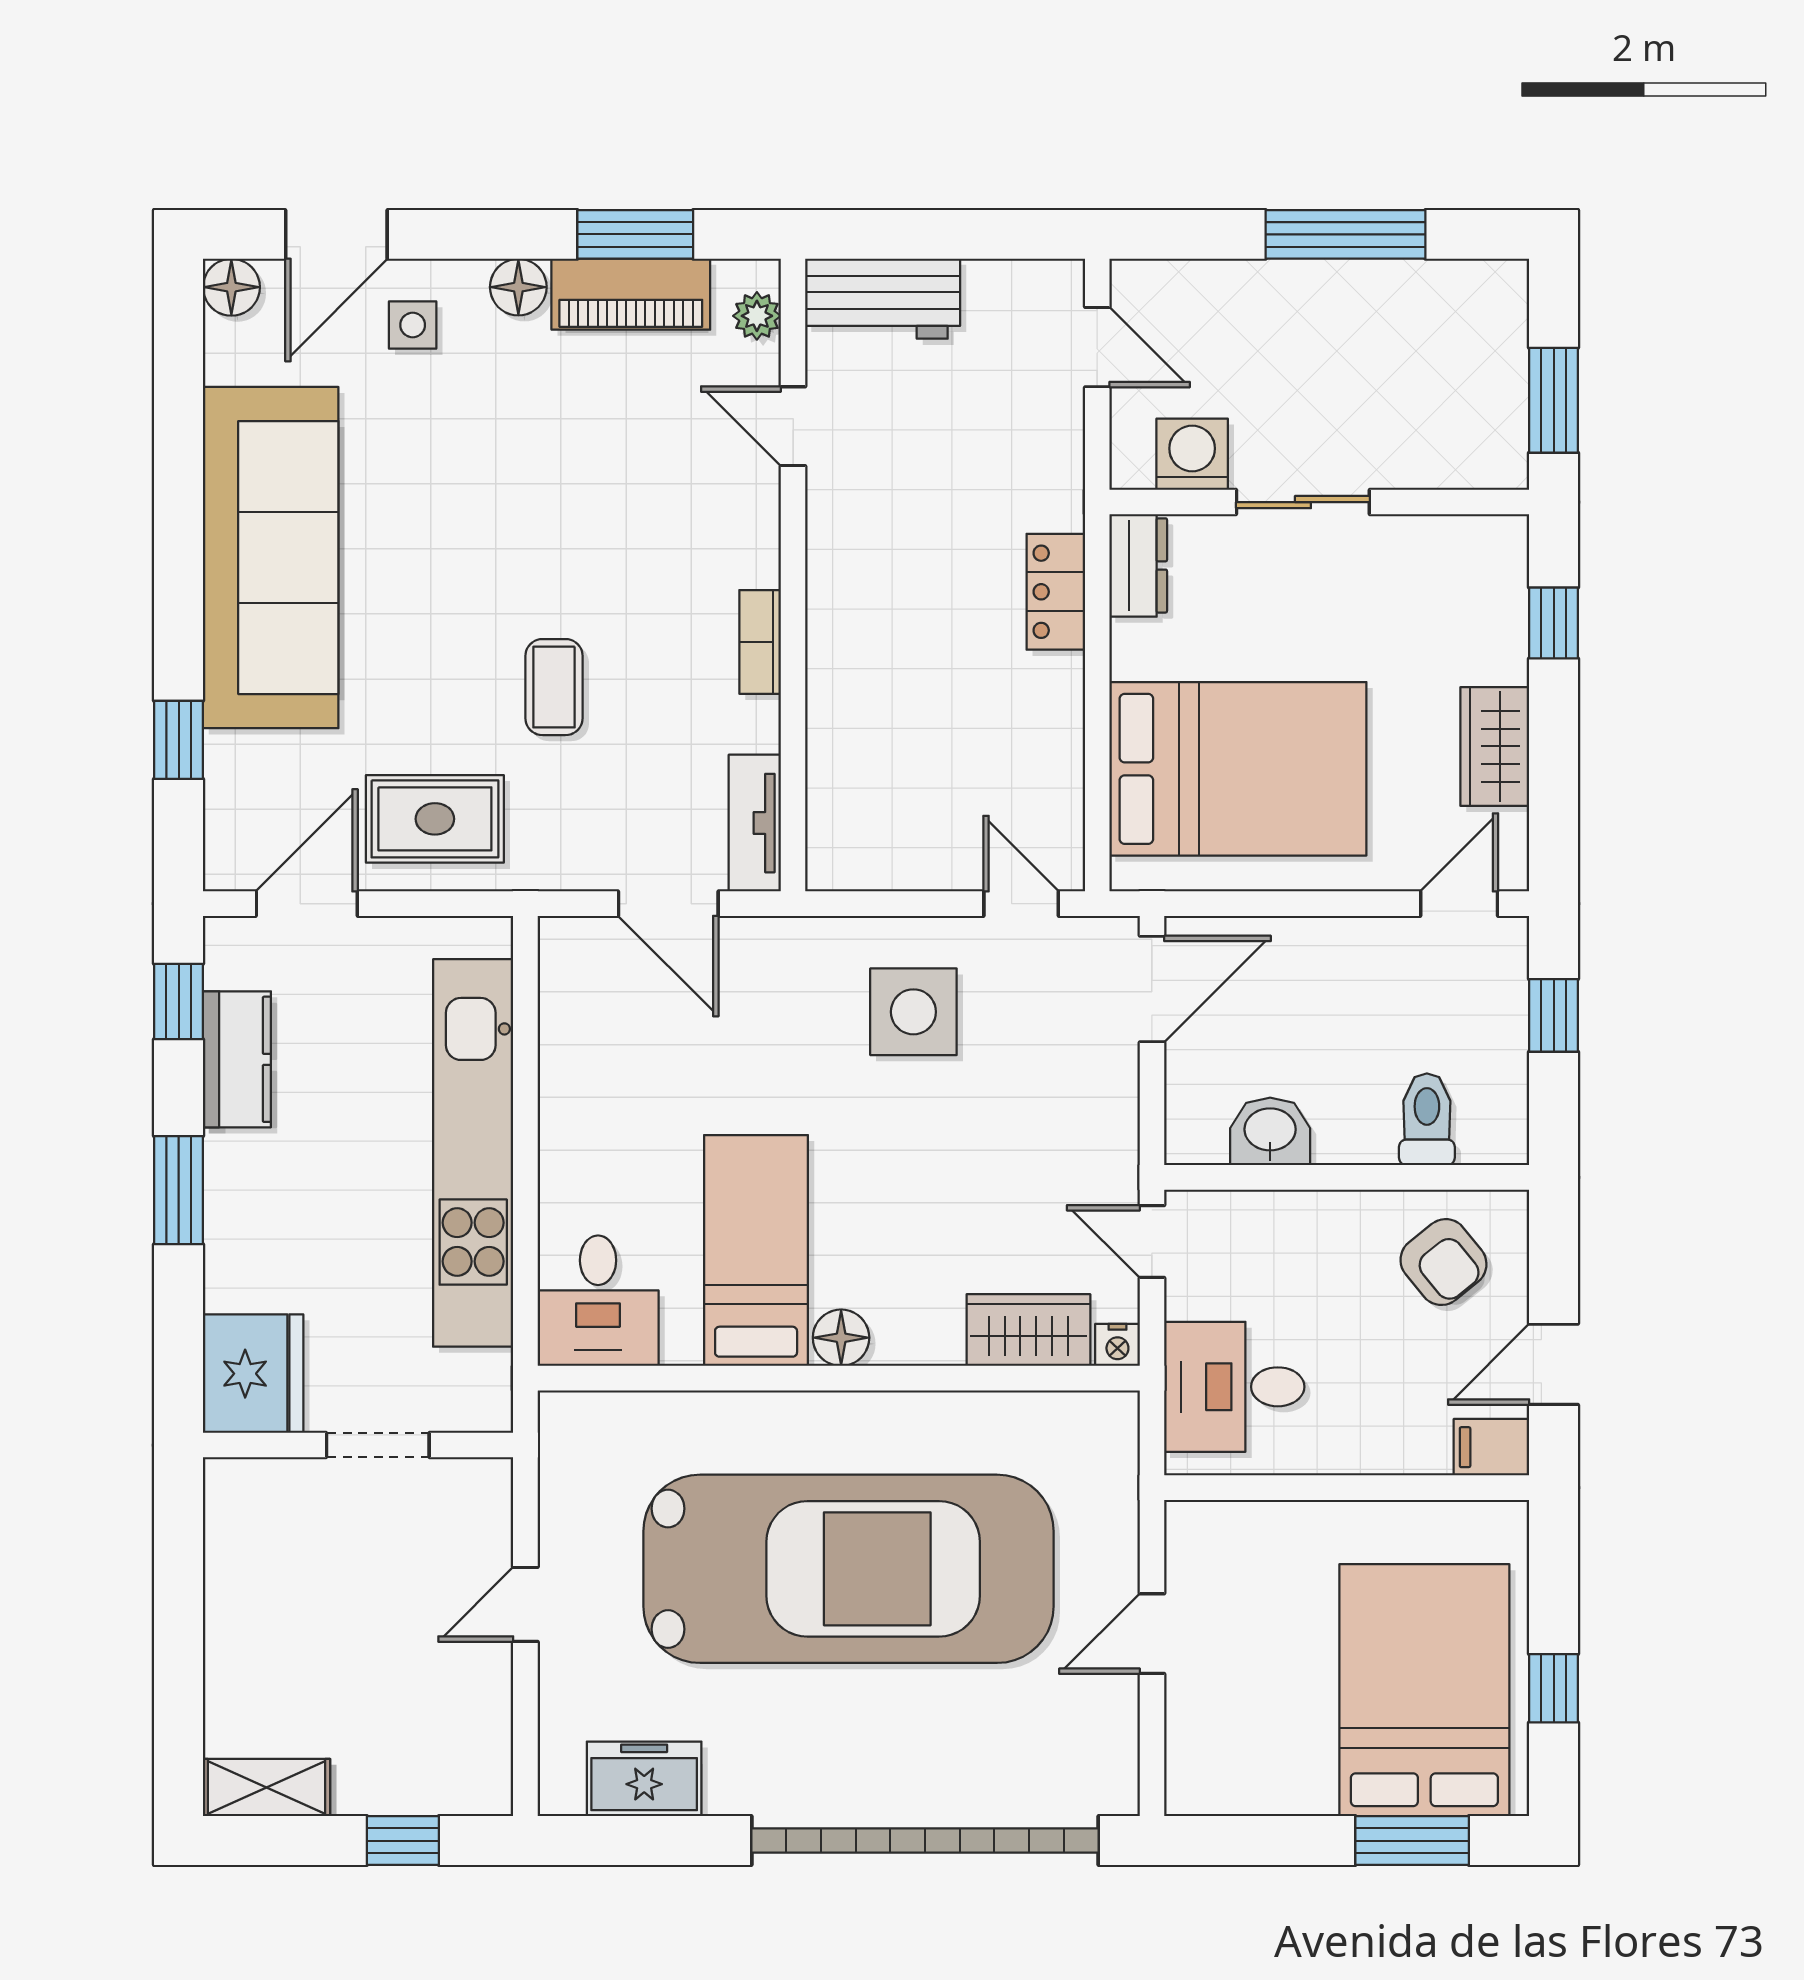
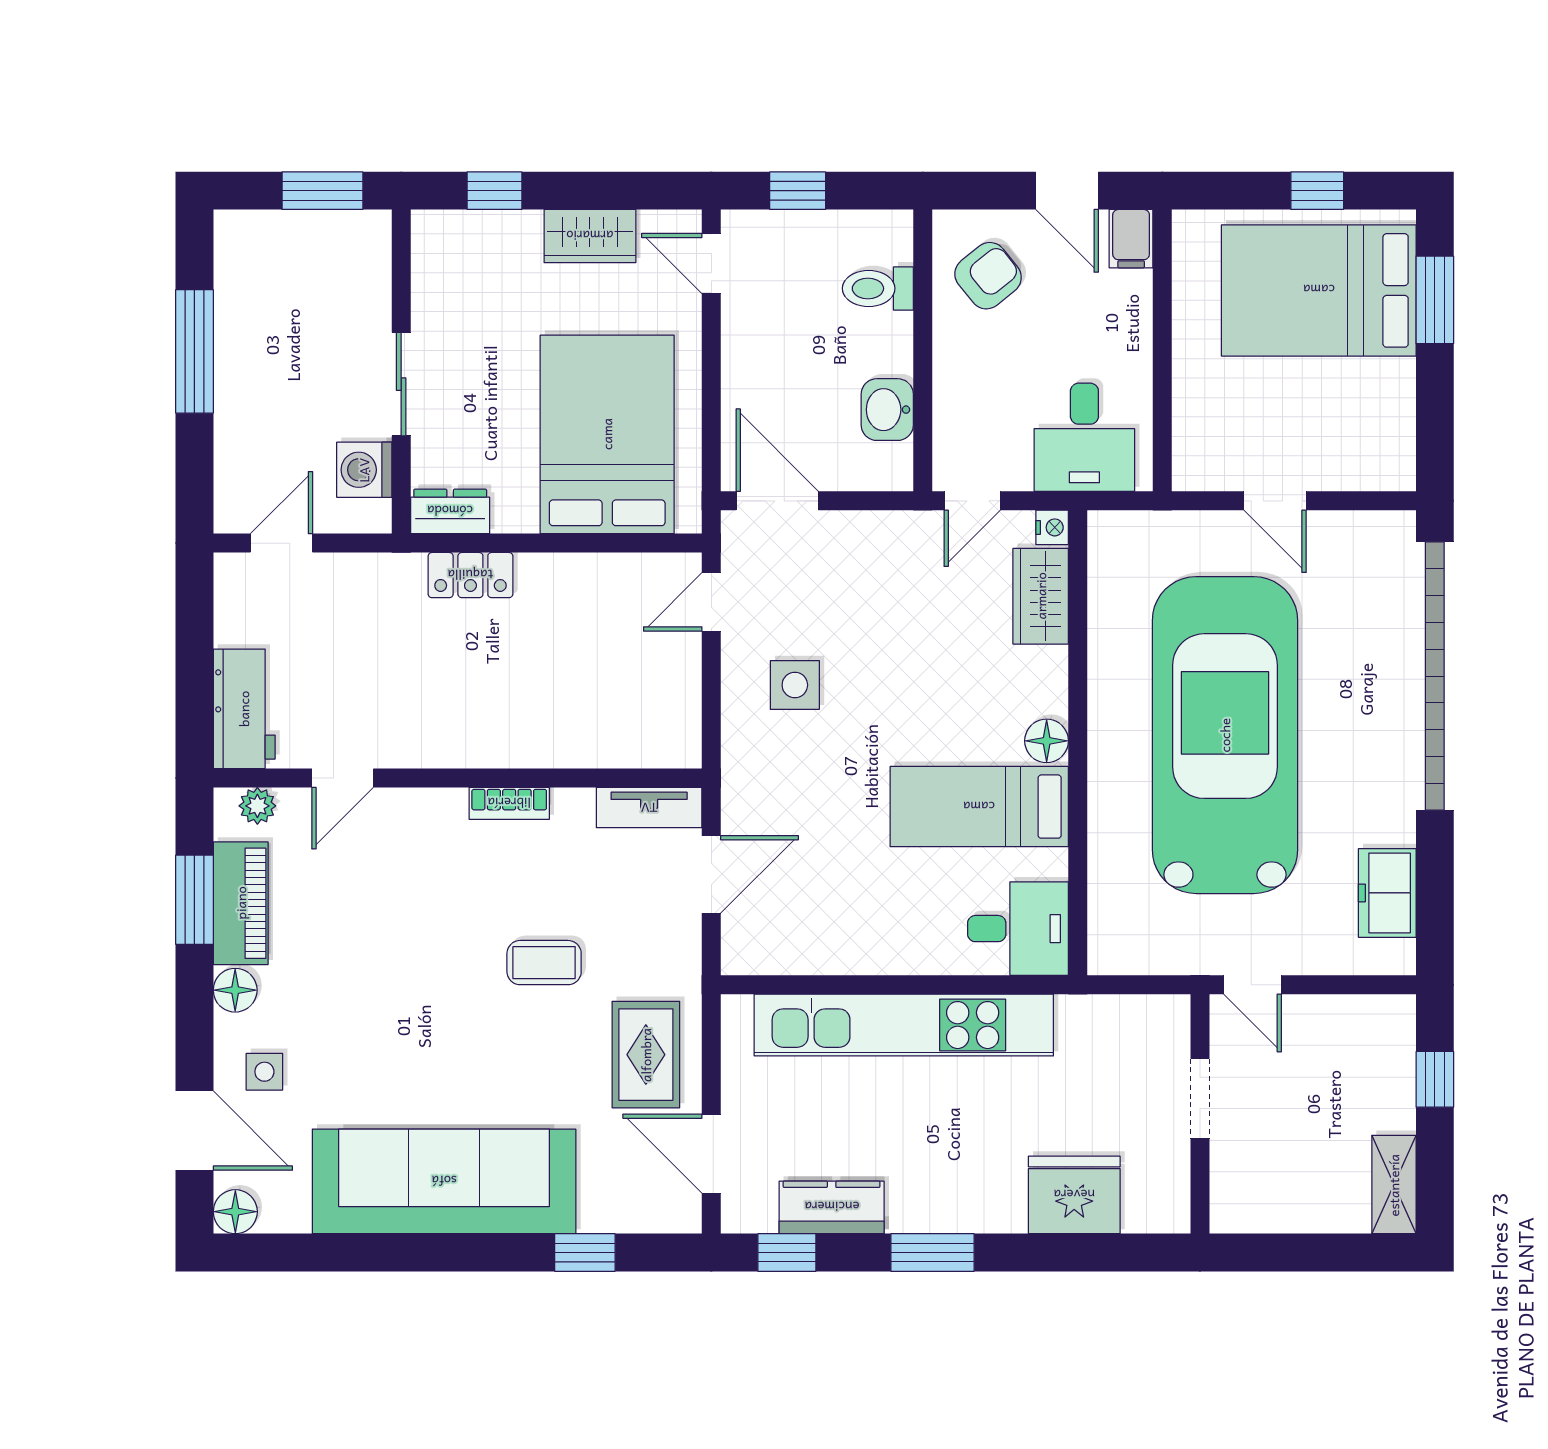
side table: (913, 1012) -> (795, 685), width x0.73, depth x0.73
wall: (358, 1445) -> (1200, 1114), moved
doorway: (378, 1445) -> (1200, 1099), moved

